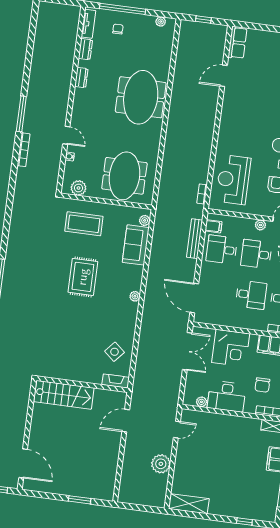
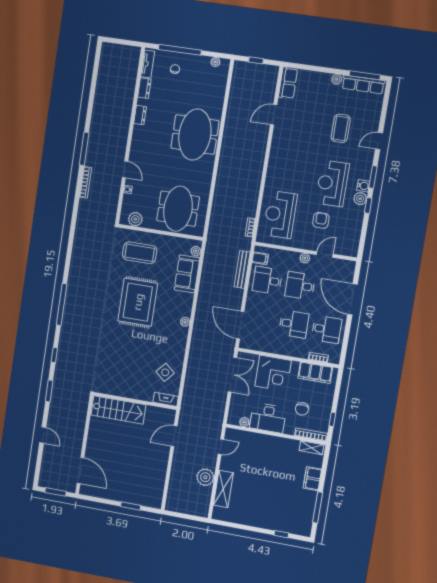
rug: (83, 277) -> (138, 302), width x1.37, depth x1.44
shelving: (189, 504) -> (223, 489), moved, turned 90

